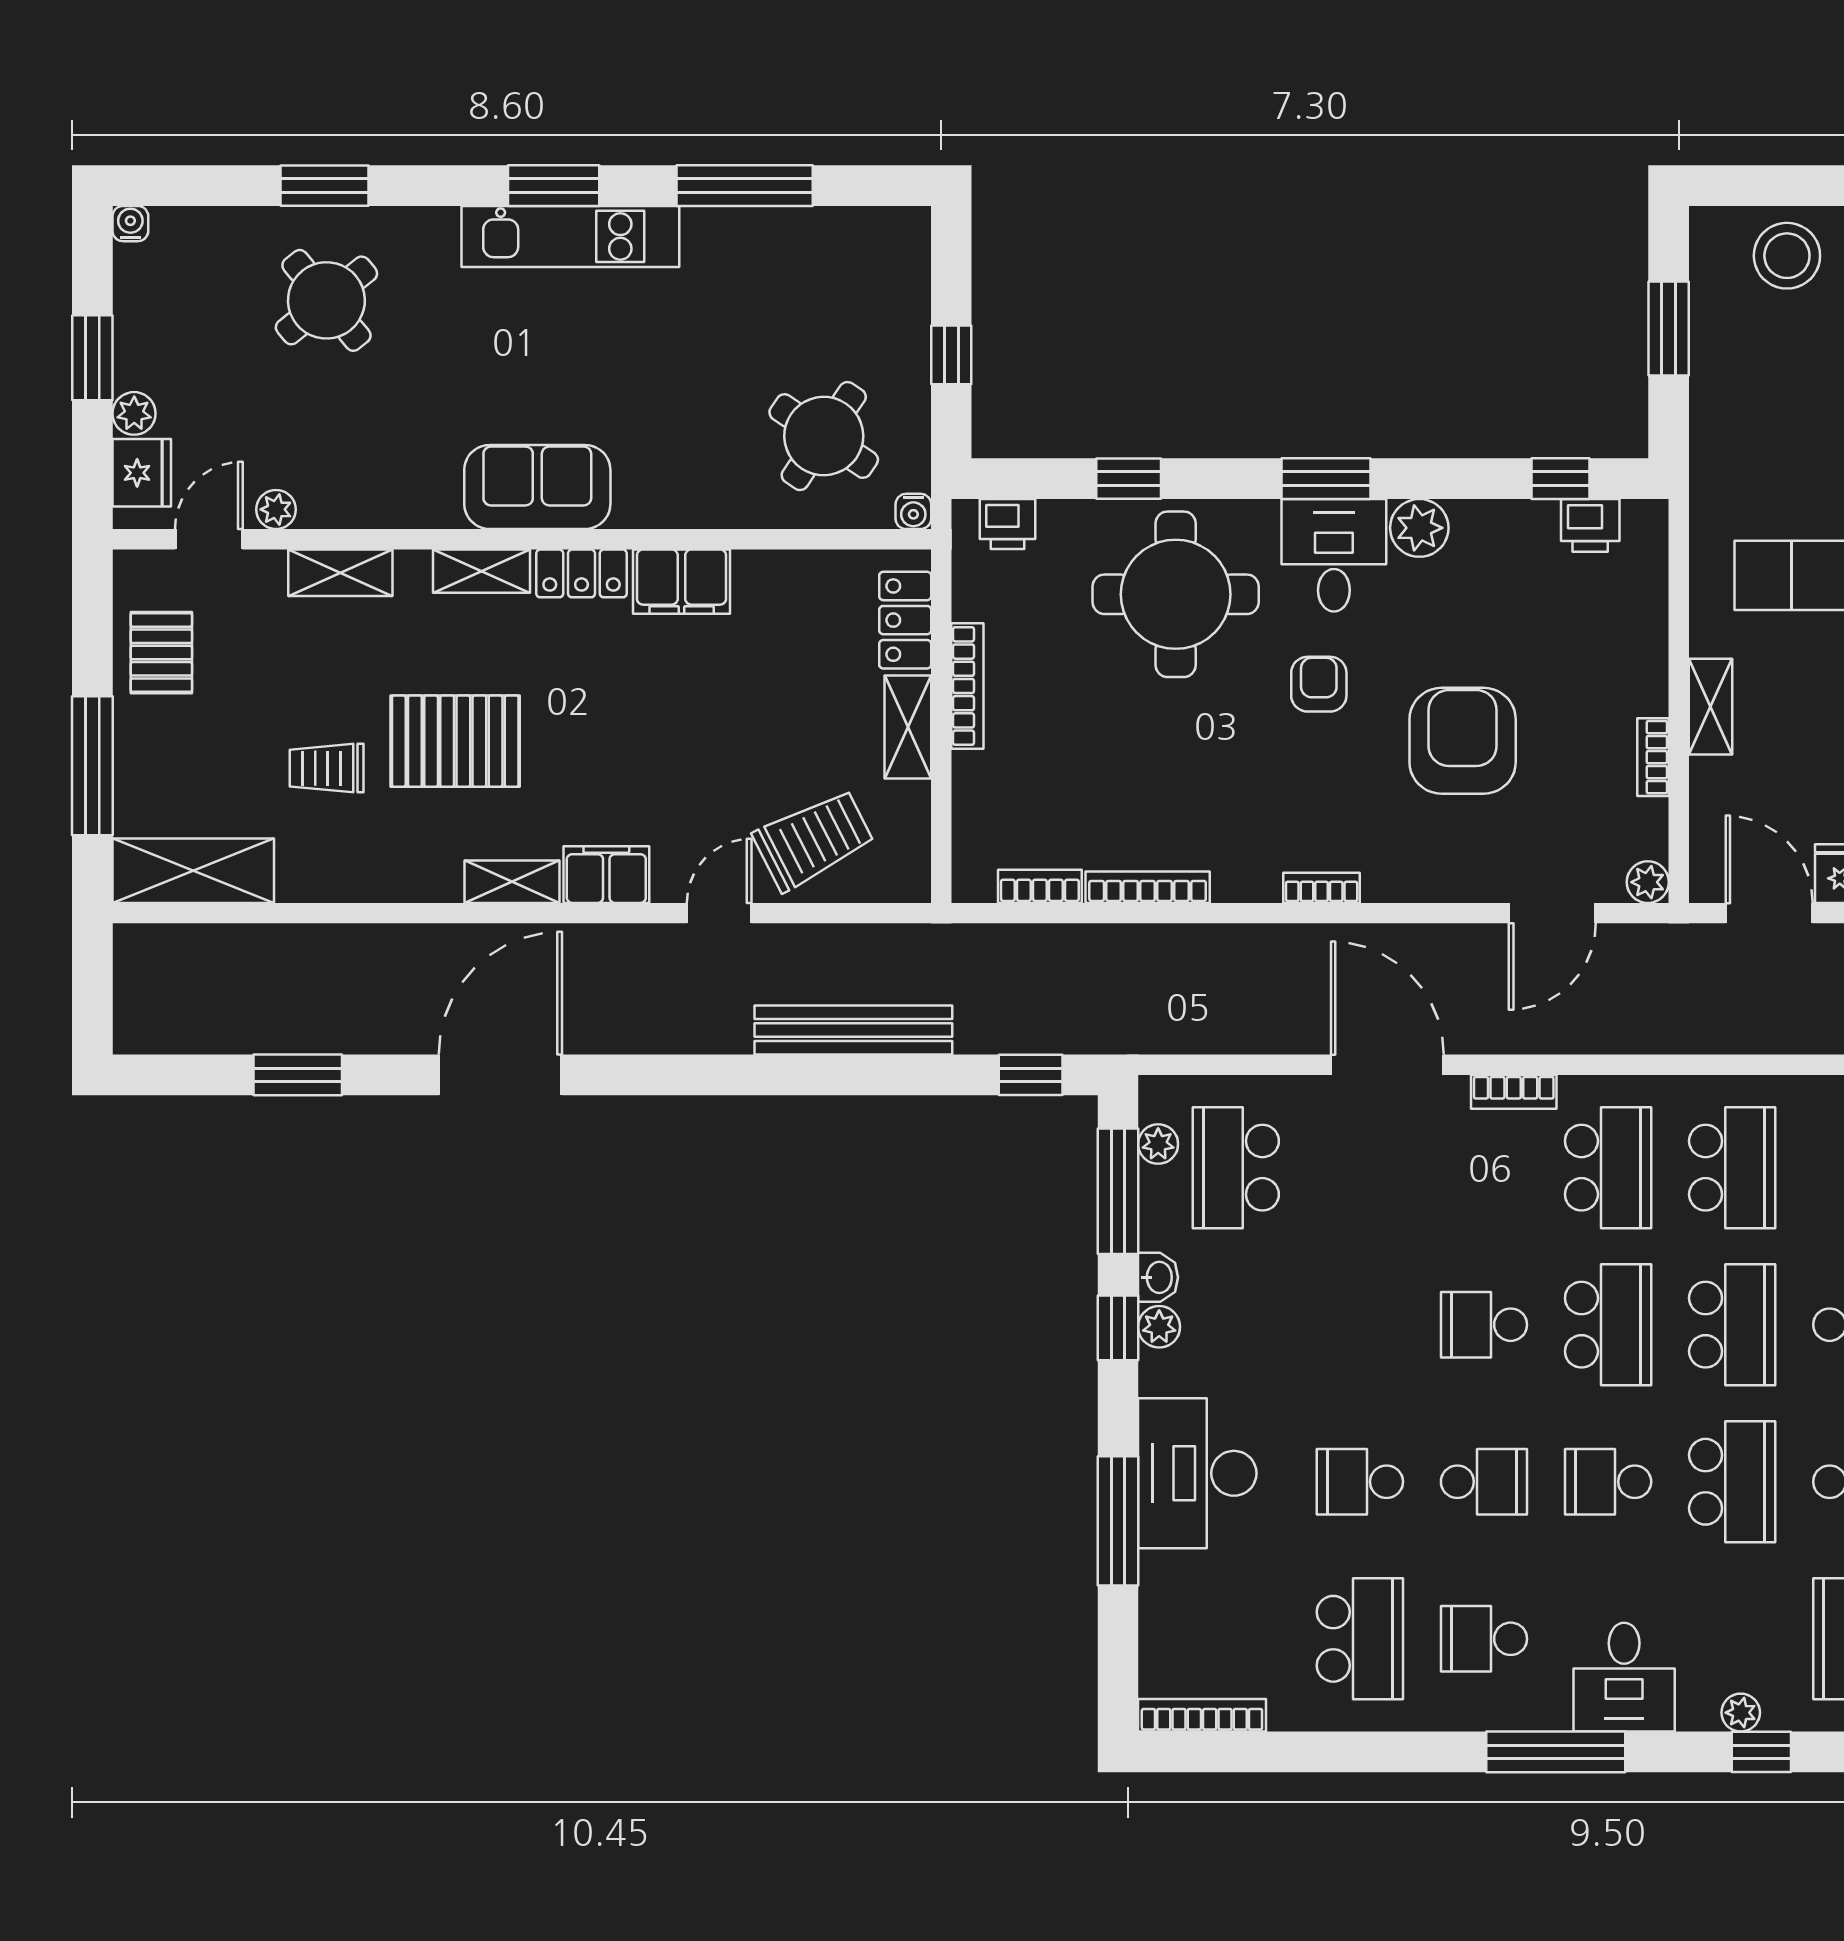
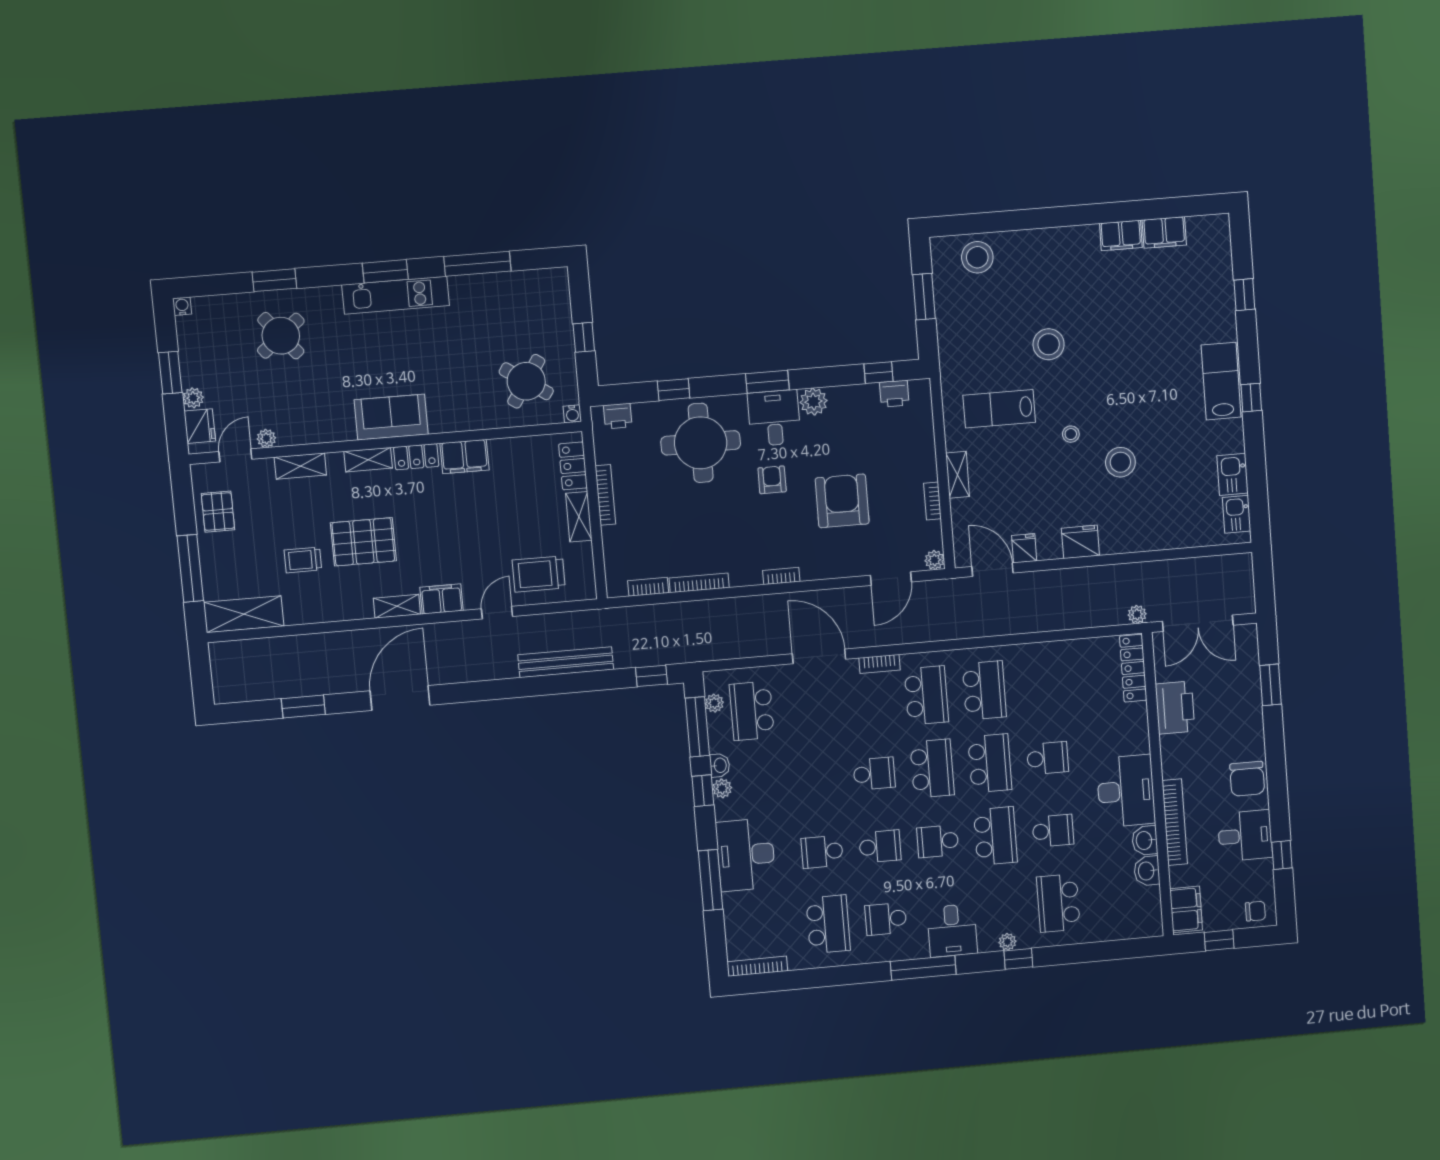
trolley: (813, 840) -> (539, 574), turned -153
school desk: (1484, 1325) -> (874, 774), turned 180

